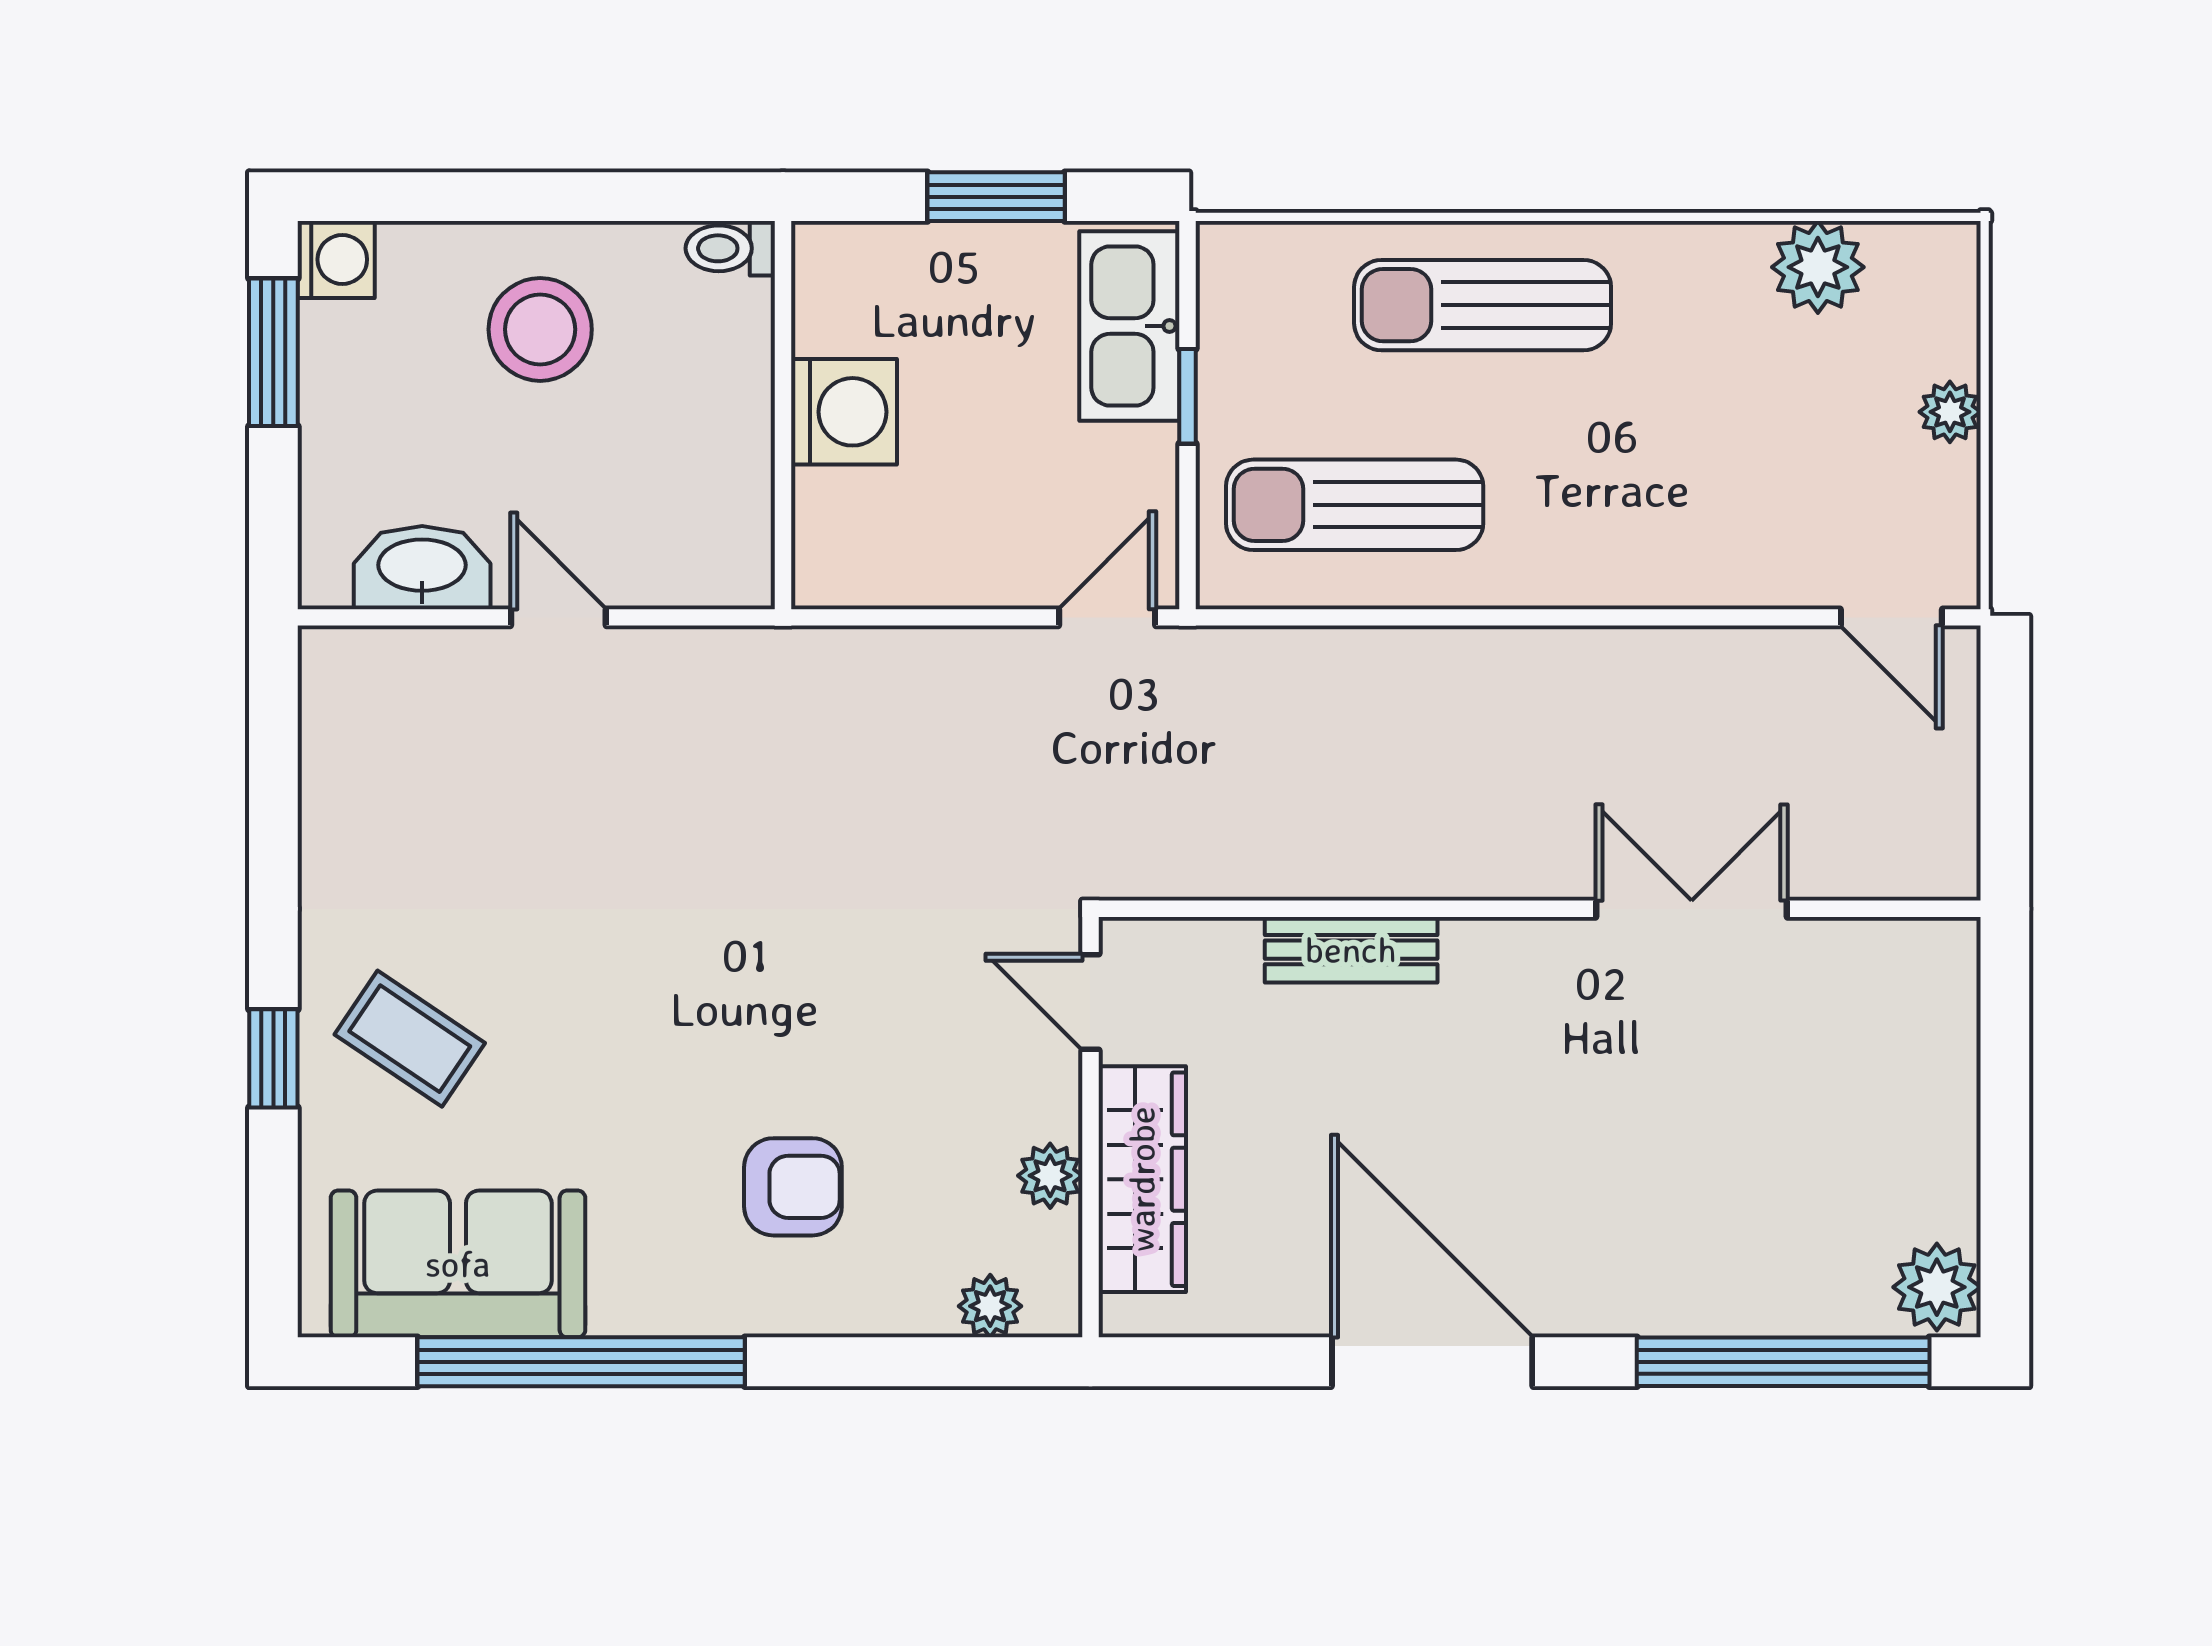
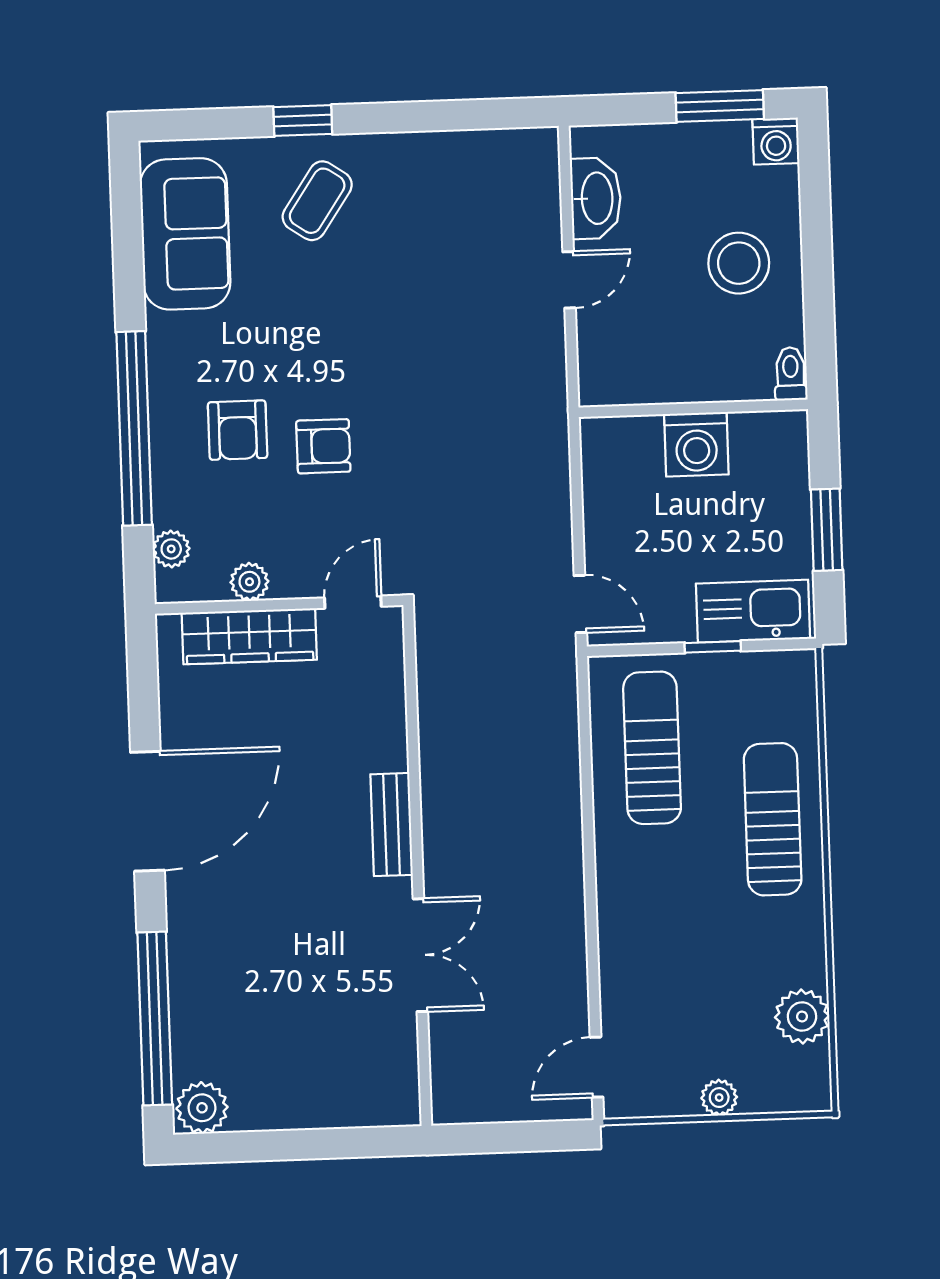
bench: (1351, 950) -> (392, 825), moved
armchair: (825, 1043) -> (323, 446), added
window: (581, 1362) -> (134, 428), moved

